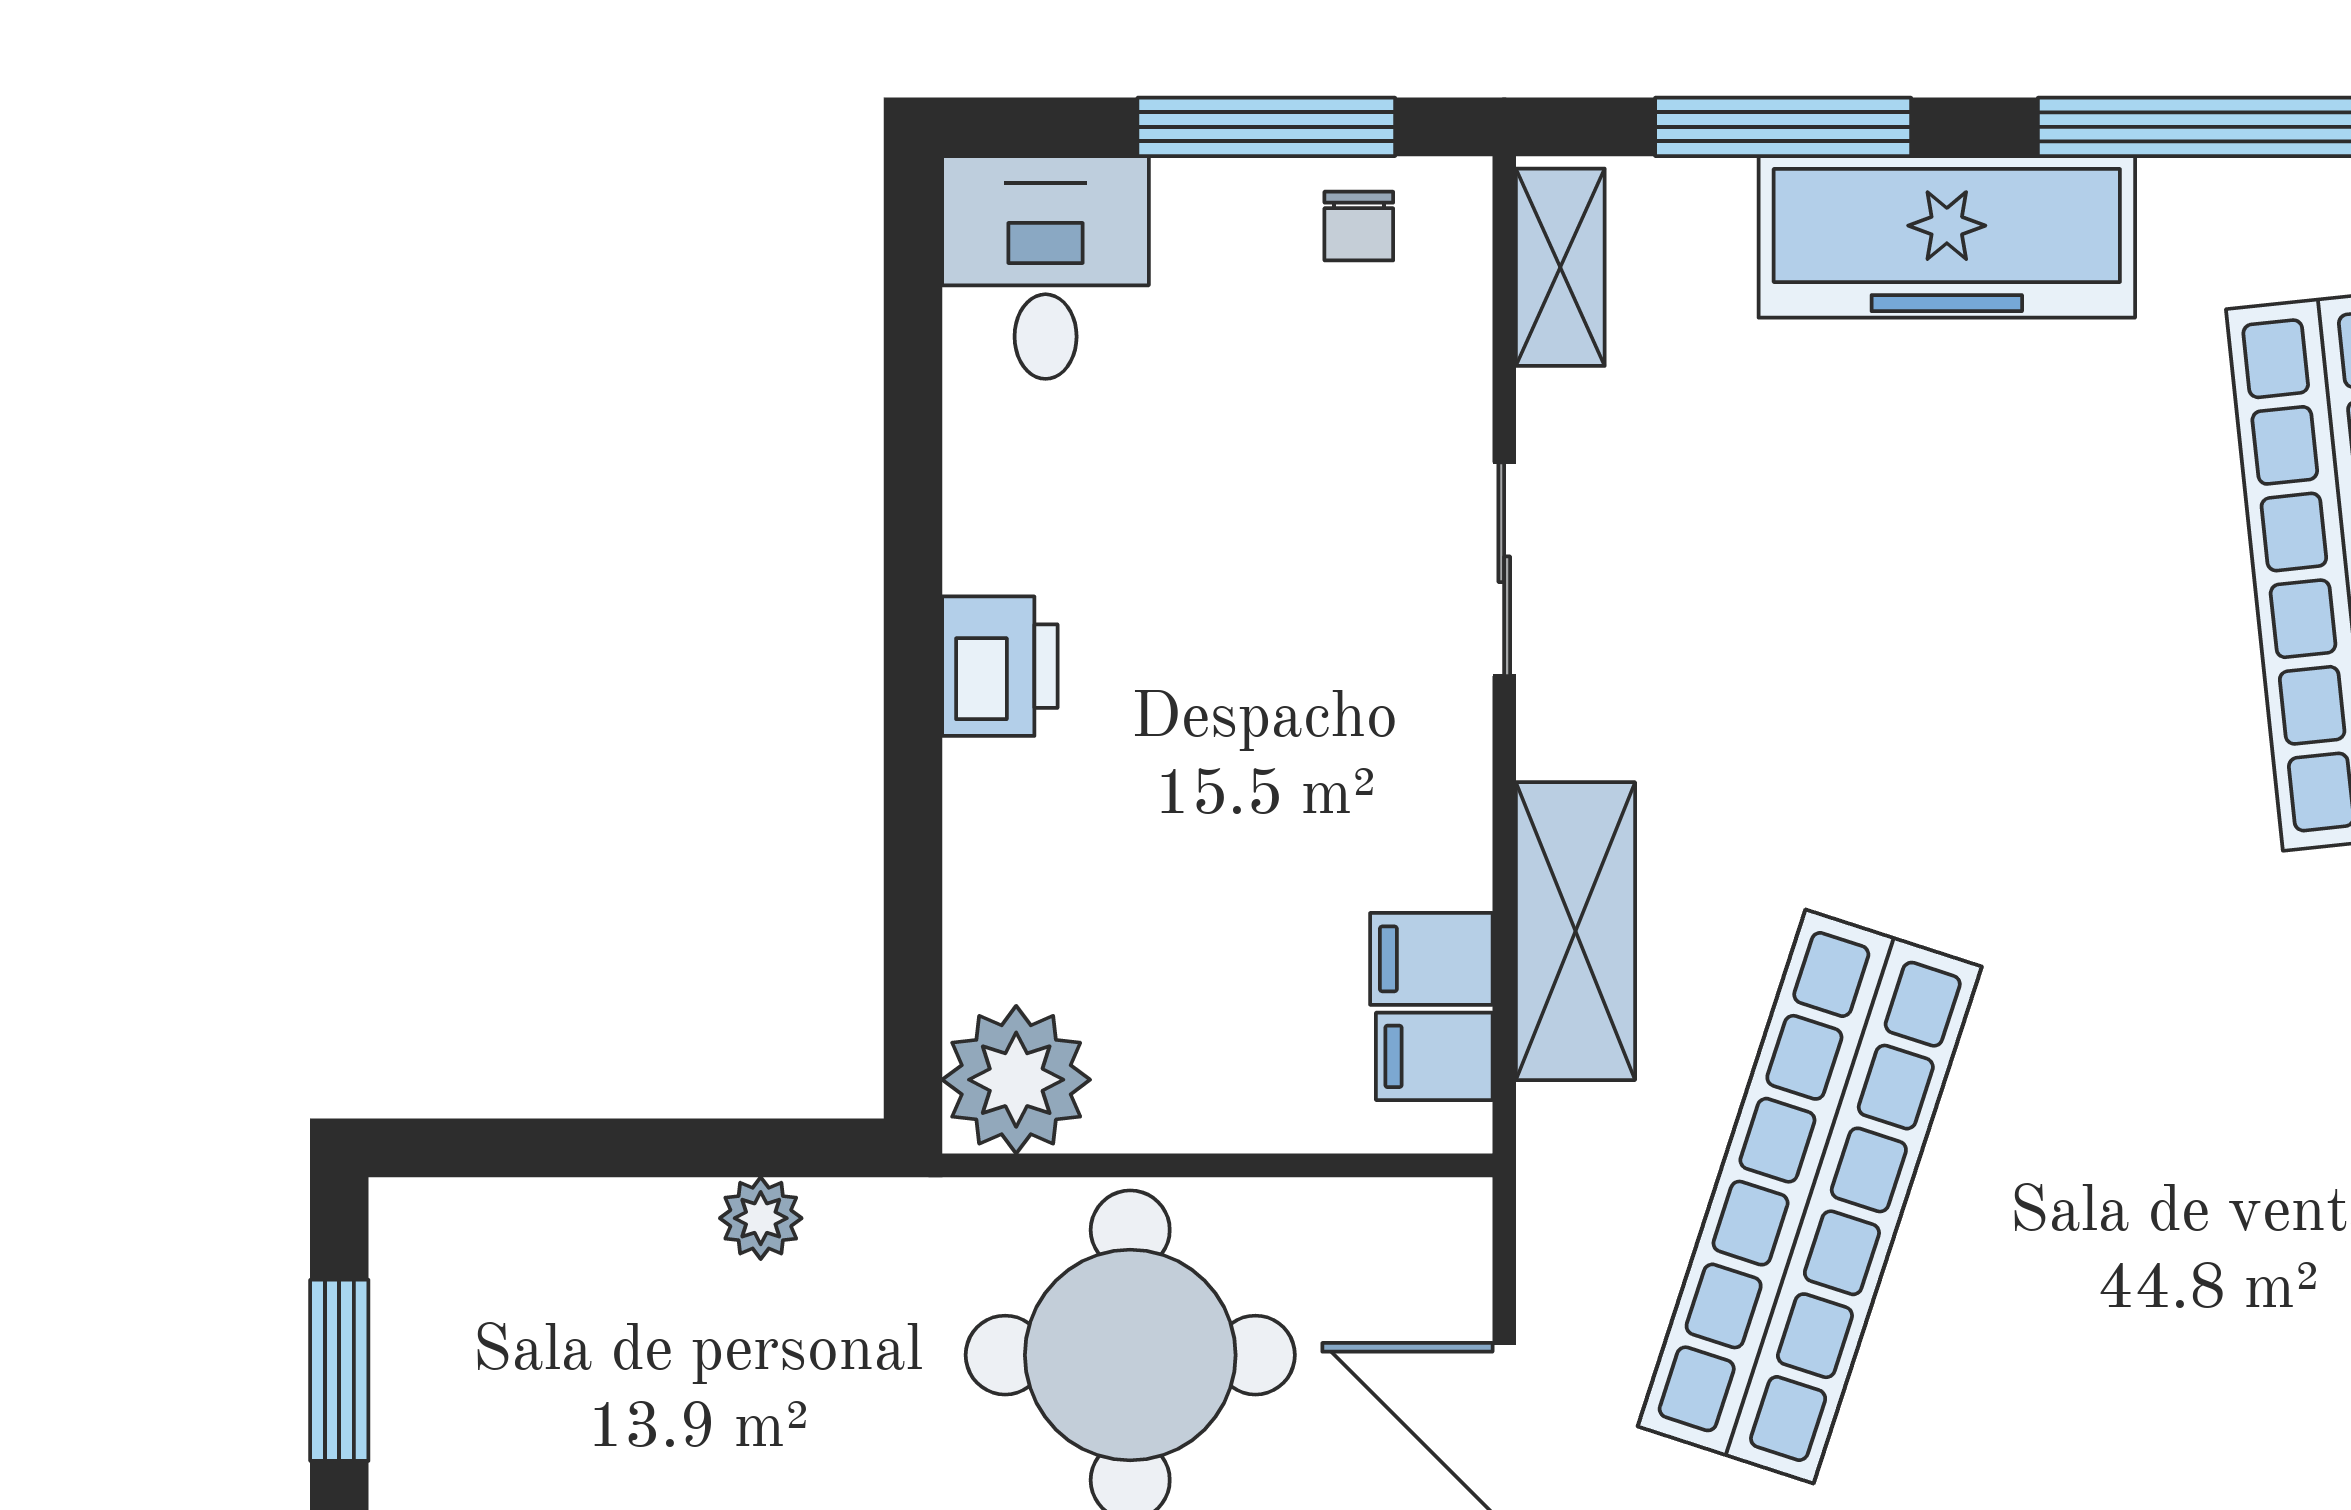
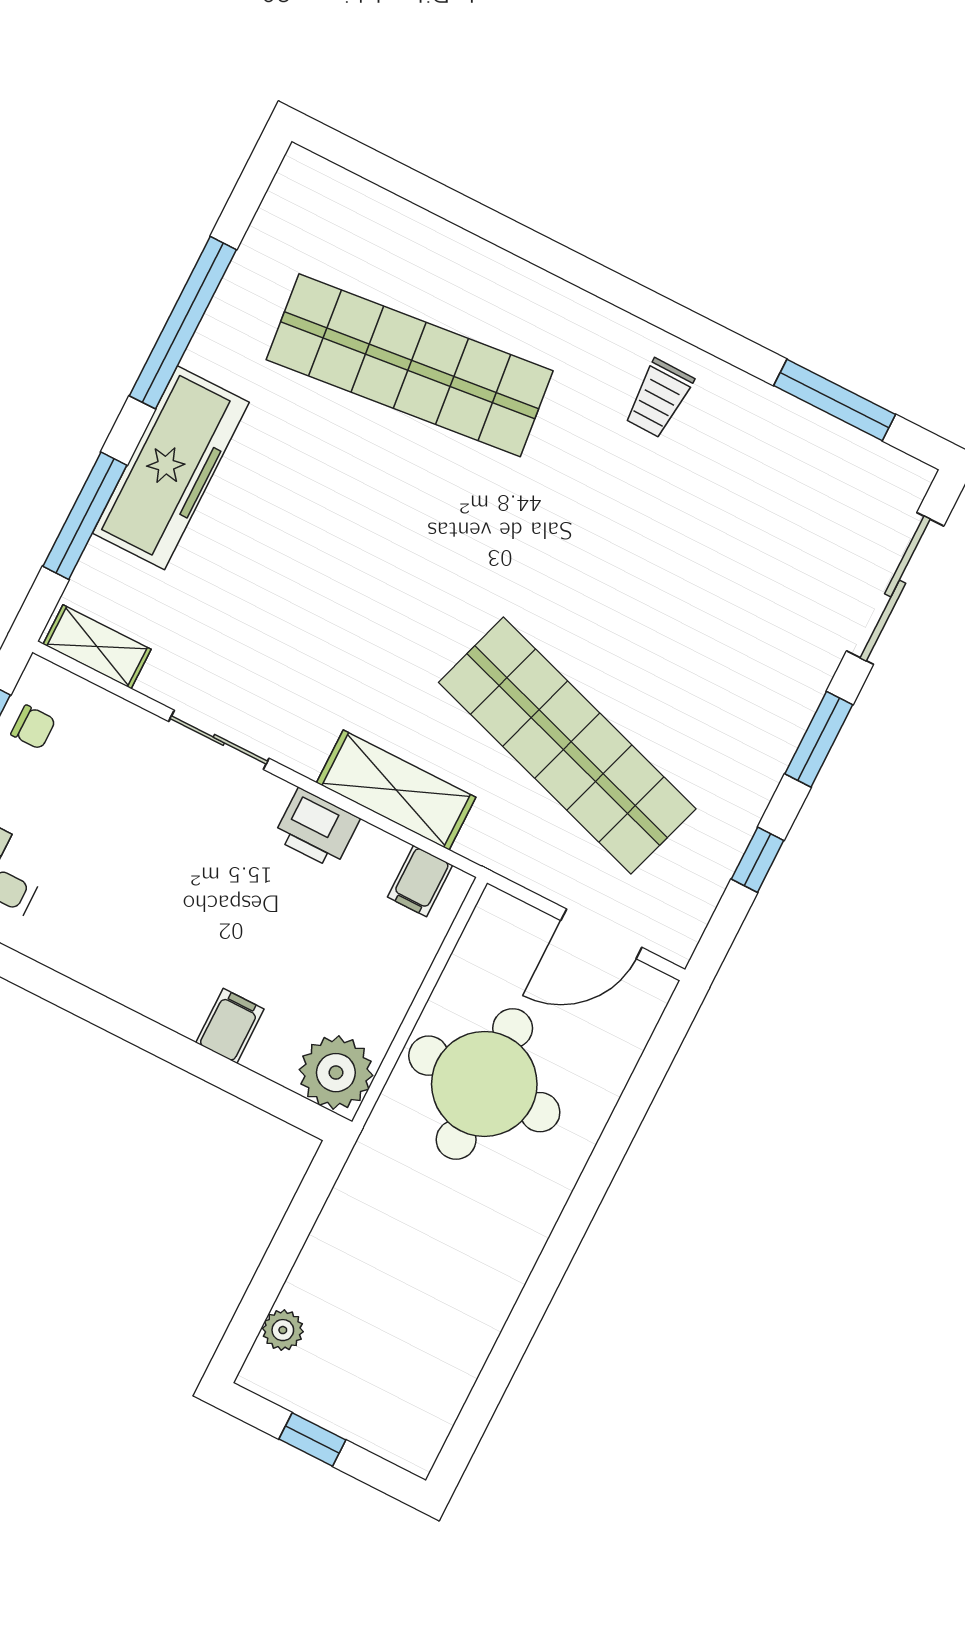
printer: (1000, 666) -> (317, 828), moved, turned 180
filing cabinet: (1431, 959) -> (230, 1026), moved, turned 180
plant: (761, 1218) -> (283, 1330), moved
window: (339, 1370) -> (312, 1440), width x0.67

